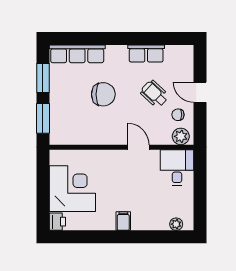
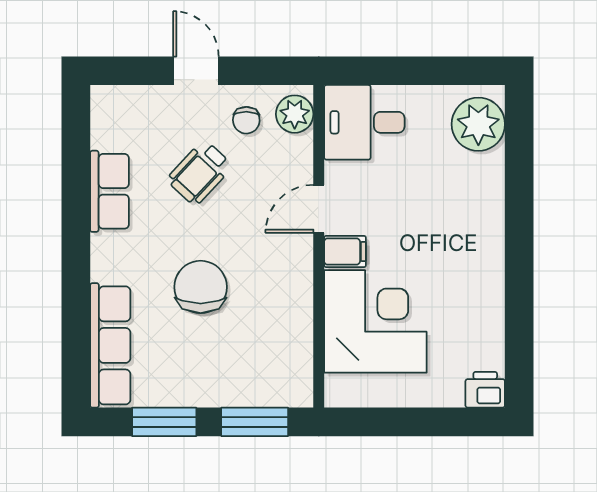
door: (200, 92) -> (196, 71), swing flipped
corner desk: (72, 189) -> (375, 321), moved, turned 90
filing cabinet: (123, 221) -> (345, 252), moved, turned 180
plant: (176, 224) -> (478, 124), width x1.87, depth x1.87

